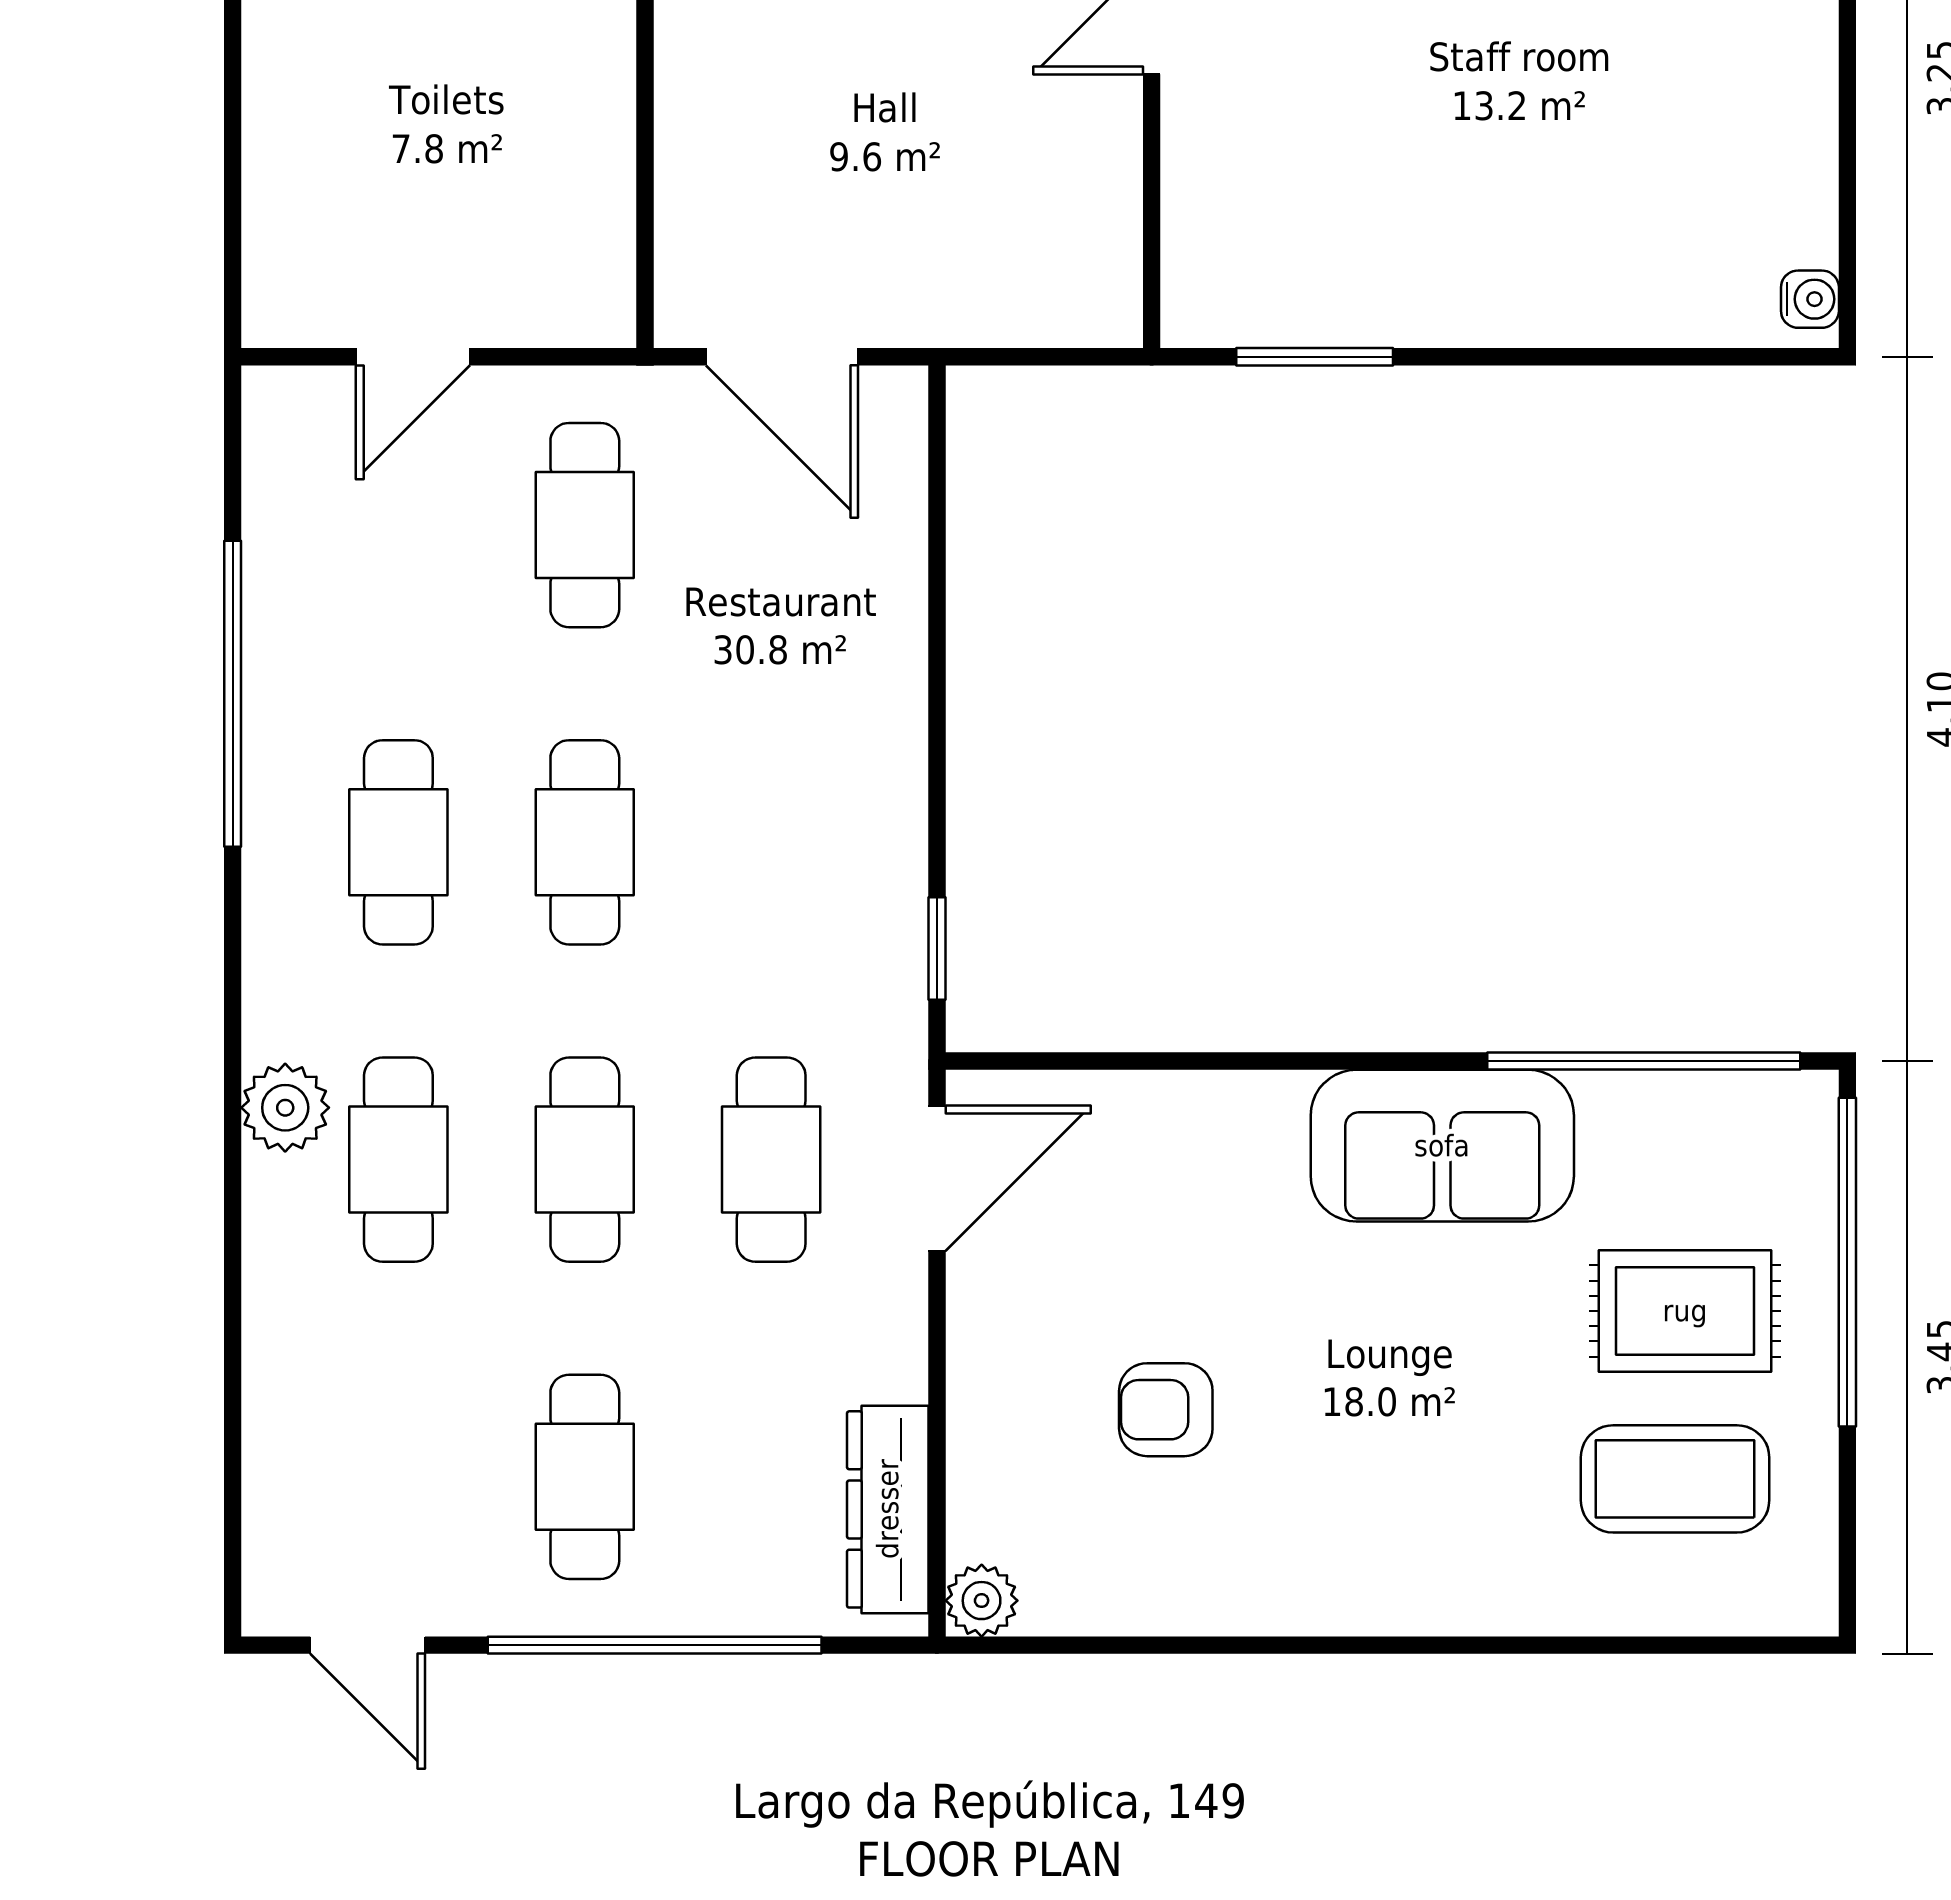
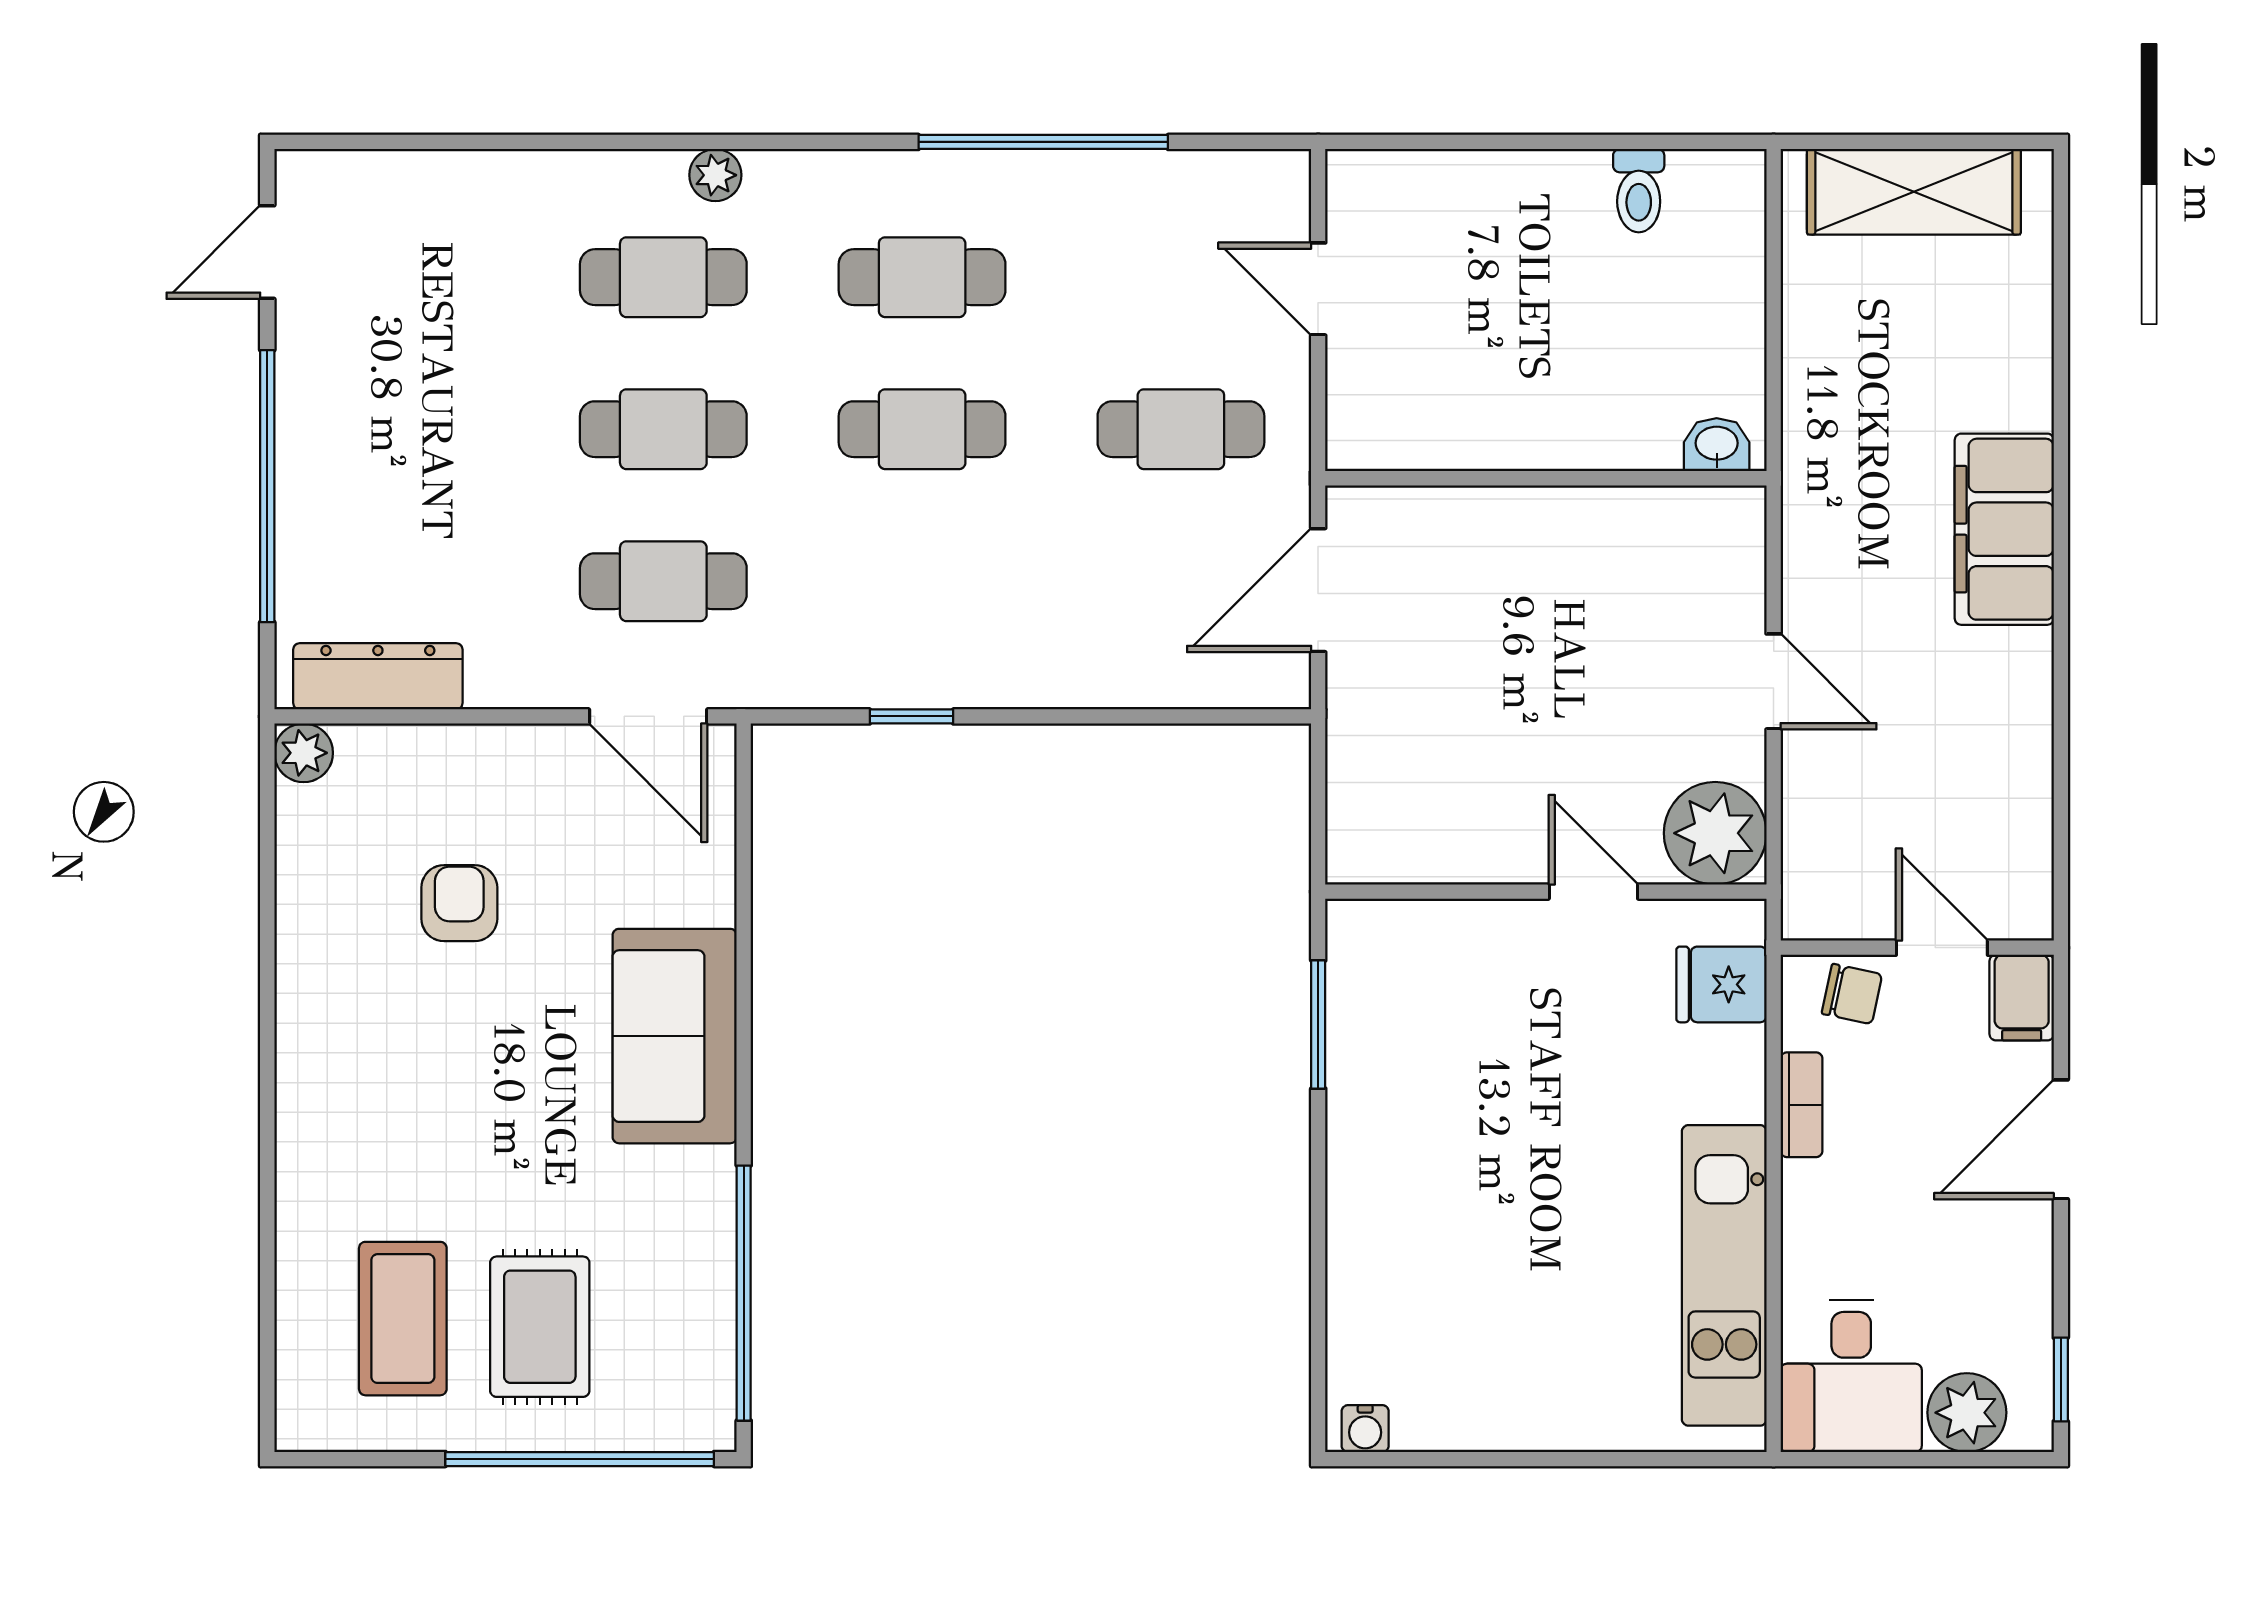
window: (937, 949) -> (912, 716), moved
plant: (285, 1108) -> (715, 175), width x0.73, depth x0.73
sofa: (1442, 1146) -> (675, 1036), moved
cafe table: (585, 1477) -> (405, 429), removed

